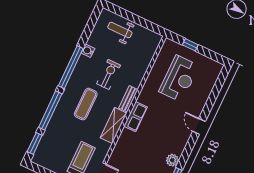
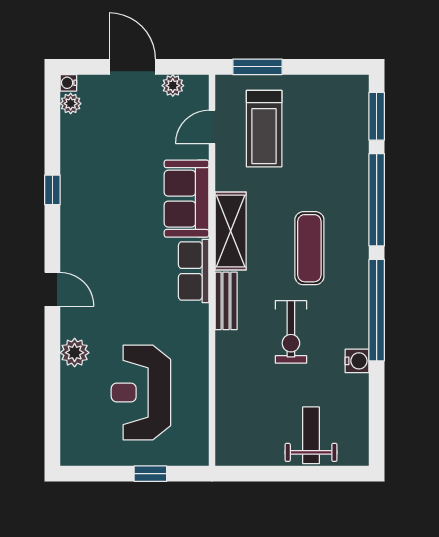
weight bench: (120, 30) -> (311, 435), turned -90
door: (199, 126) -> (52, 289), moved
sofa: (125, 146) -> (187, 199), added
plant: (172, 160) -> (75, 353), moved

